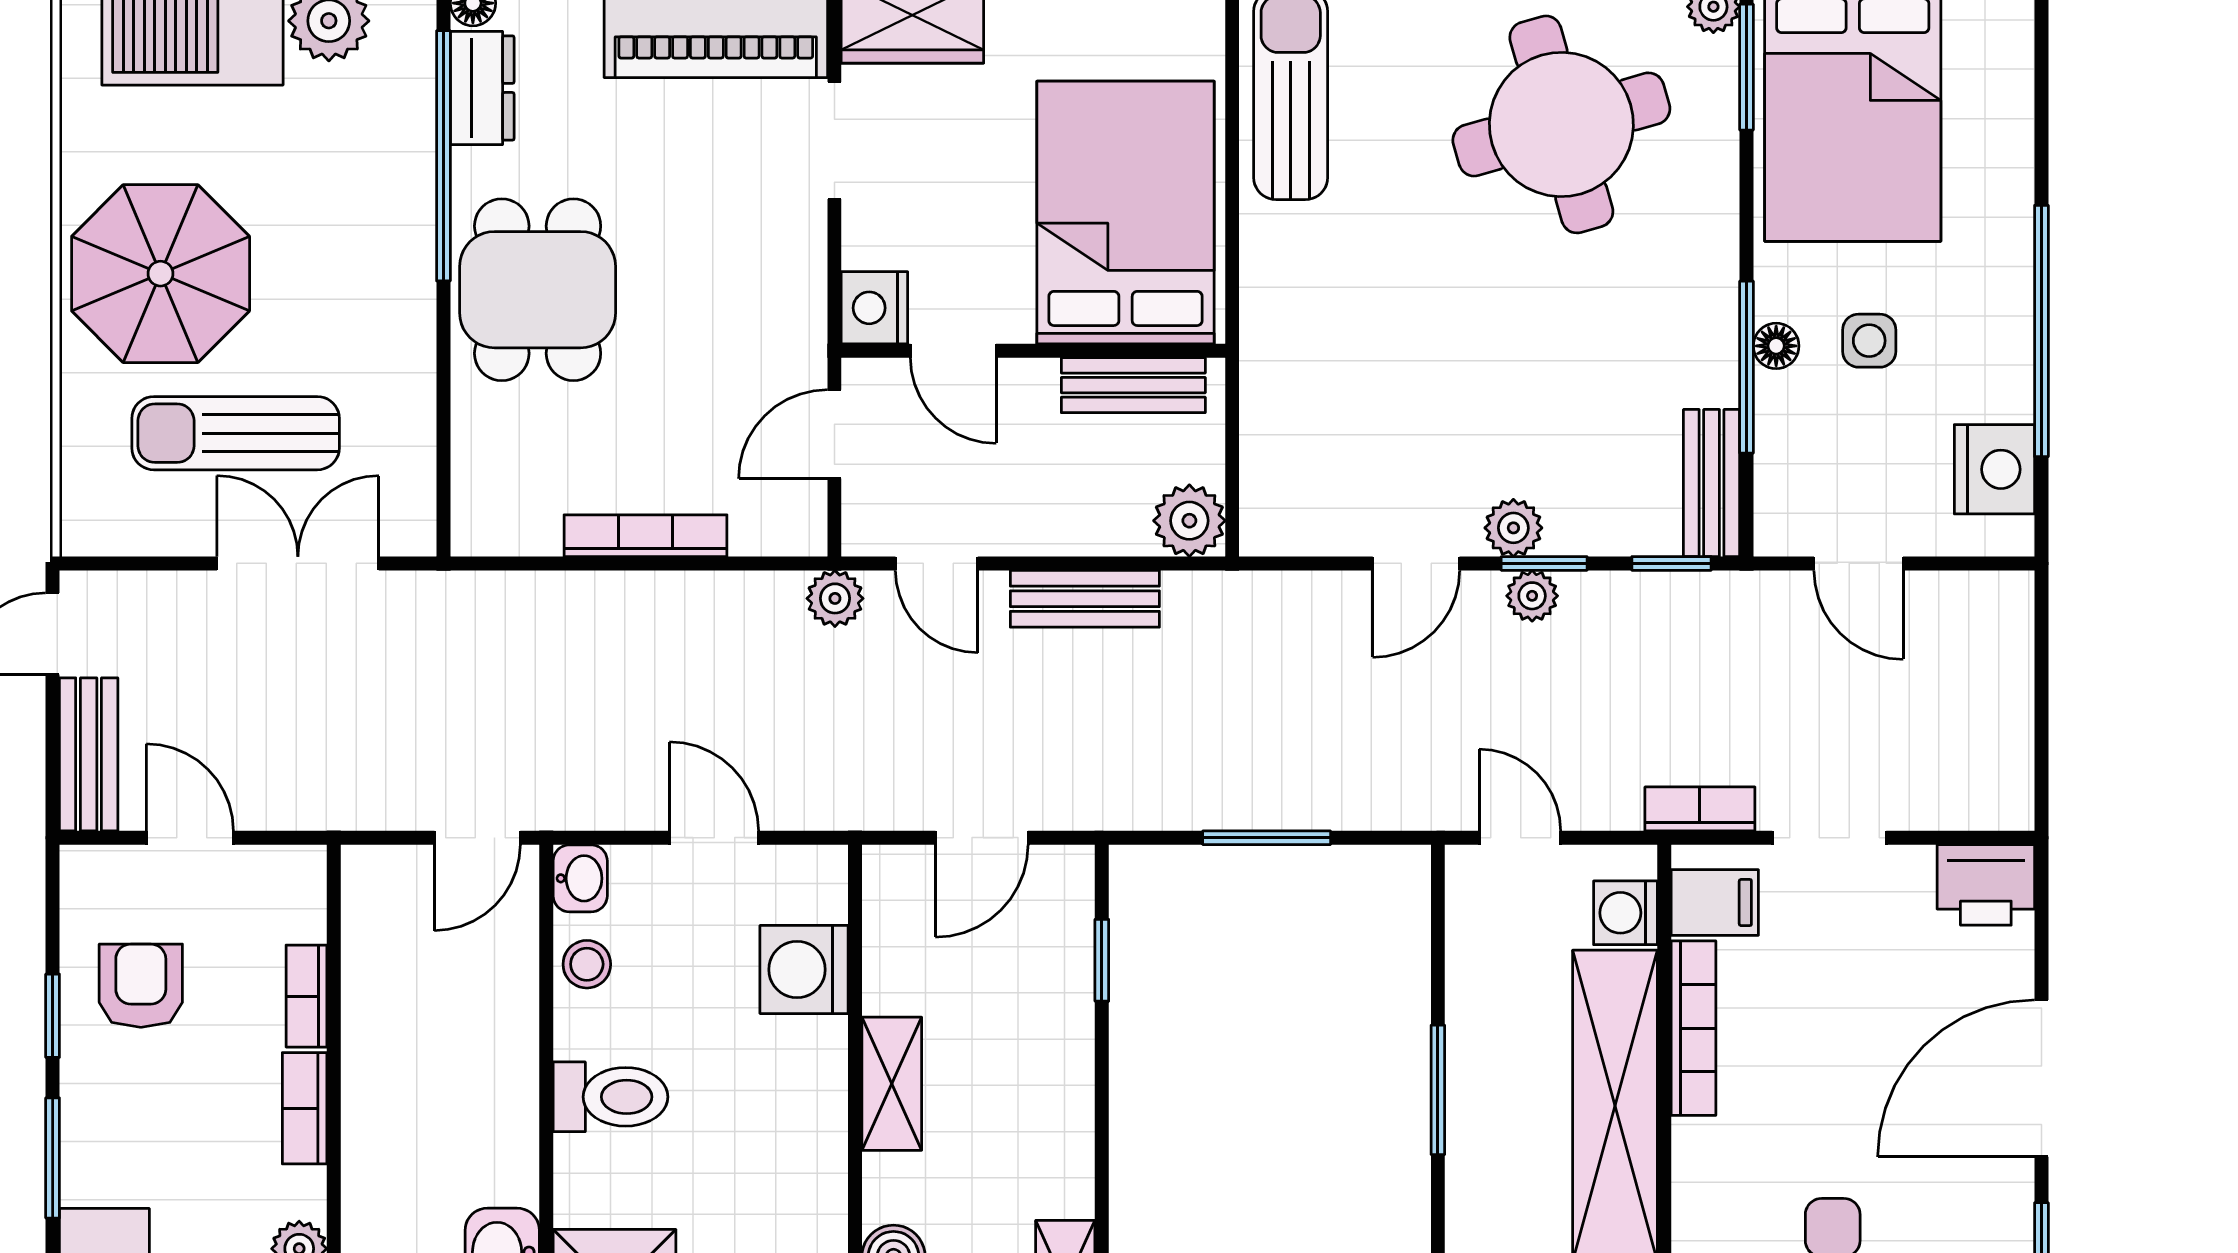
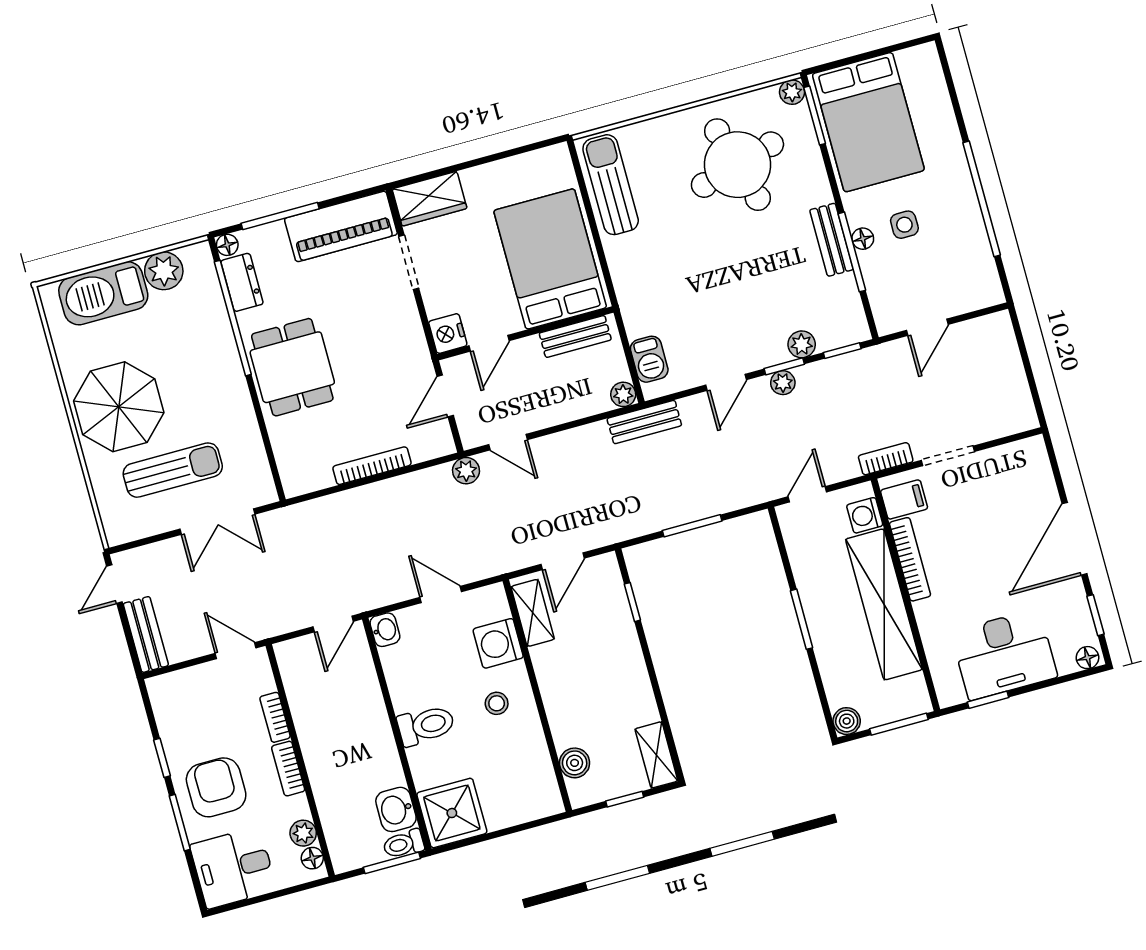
door: (953, 351) -> (489, 343), hinge flipped
sun lounger: (236, 433) -> (173, 470), turned 180
nightstand: (1994, 469) -> (977, 268), removed
barbecue: (1272, 473) -> (649, 359), added
bench: (1712, 483) -> (831, 240), moved
plant: (1189, 521) -> (623, 394), width x0.73, depth x0.73
plant: (1513, 528) -> (802, 344), moved
double door: (298, 563) -> (217, 522), swing flipped
door: (1859, 563) -> (927, 327), hinge flipped
bench: (1085, 599) -> (644, 422), moved
door: (190, 838) -> (236, 651), moved
door: (1520, 838) -> (807, 494), hinge flipped
printer: (1986, 885) -> (1025, 458), removed
stool: (587, 964) -> (497, 703), moved
armchair: (141, 986) -> (216, 787), moved, width x1.38, depth x1.38
shelving: (892, 1084) -> (533, 613), moved

